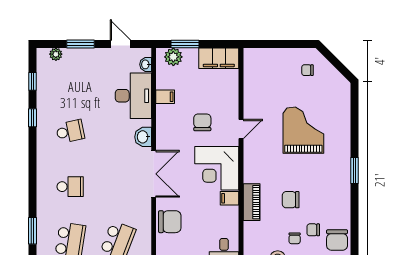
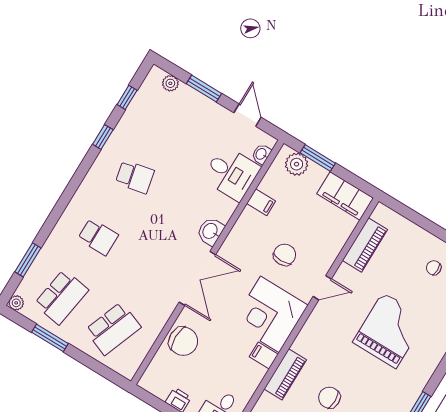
piano: (252, 83) -> (365, 245), added
desk: (133, 96) -> (231, 173), width x0.73

